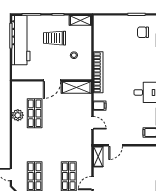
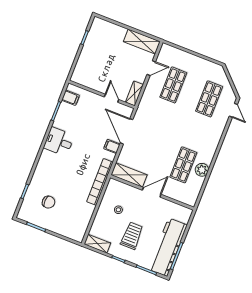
chair: (143, 32) -> (48, 202), moved
trolley: (54, 38) -> (132, 236), turned -90
door: (92, 123) -> (127, 131), width x1.88
door: (116, 145) -> (112, 98), hinge flipped

